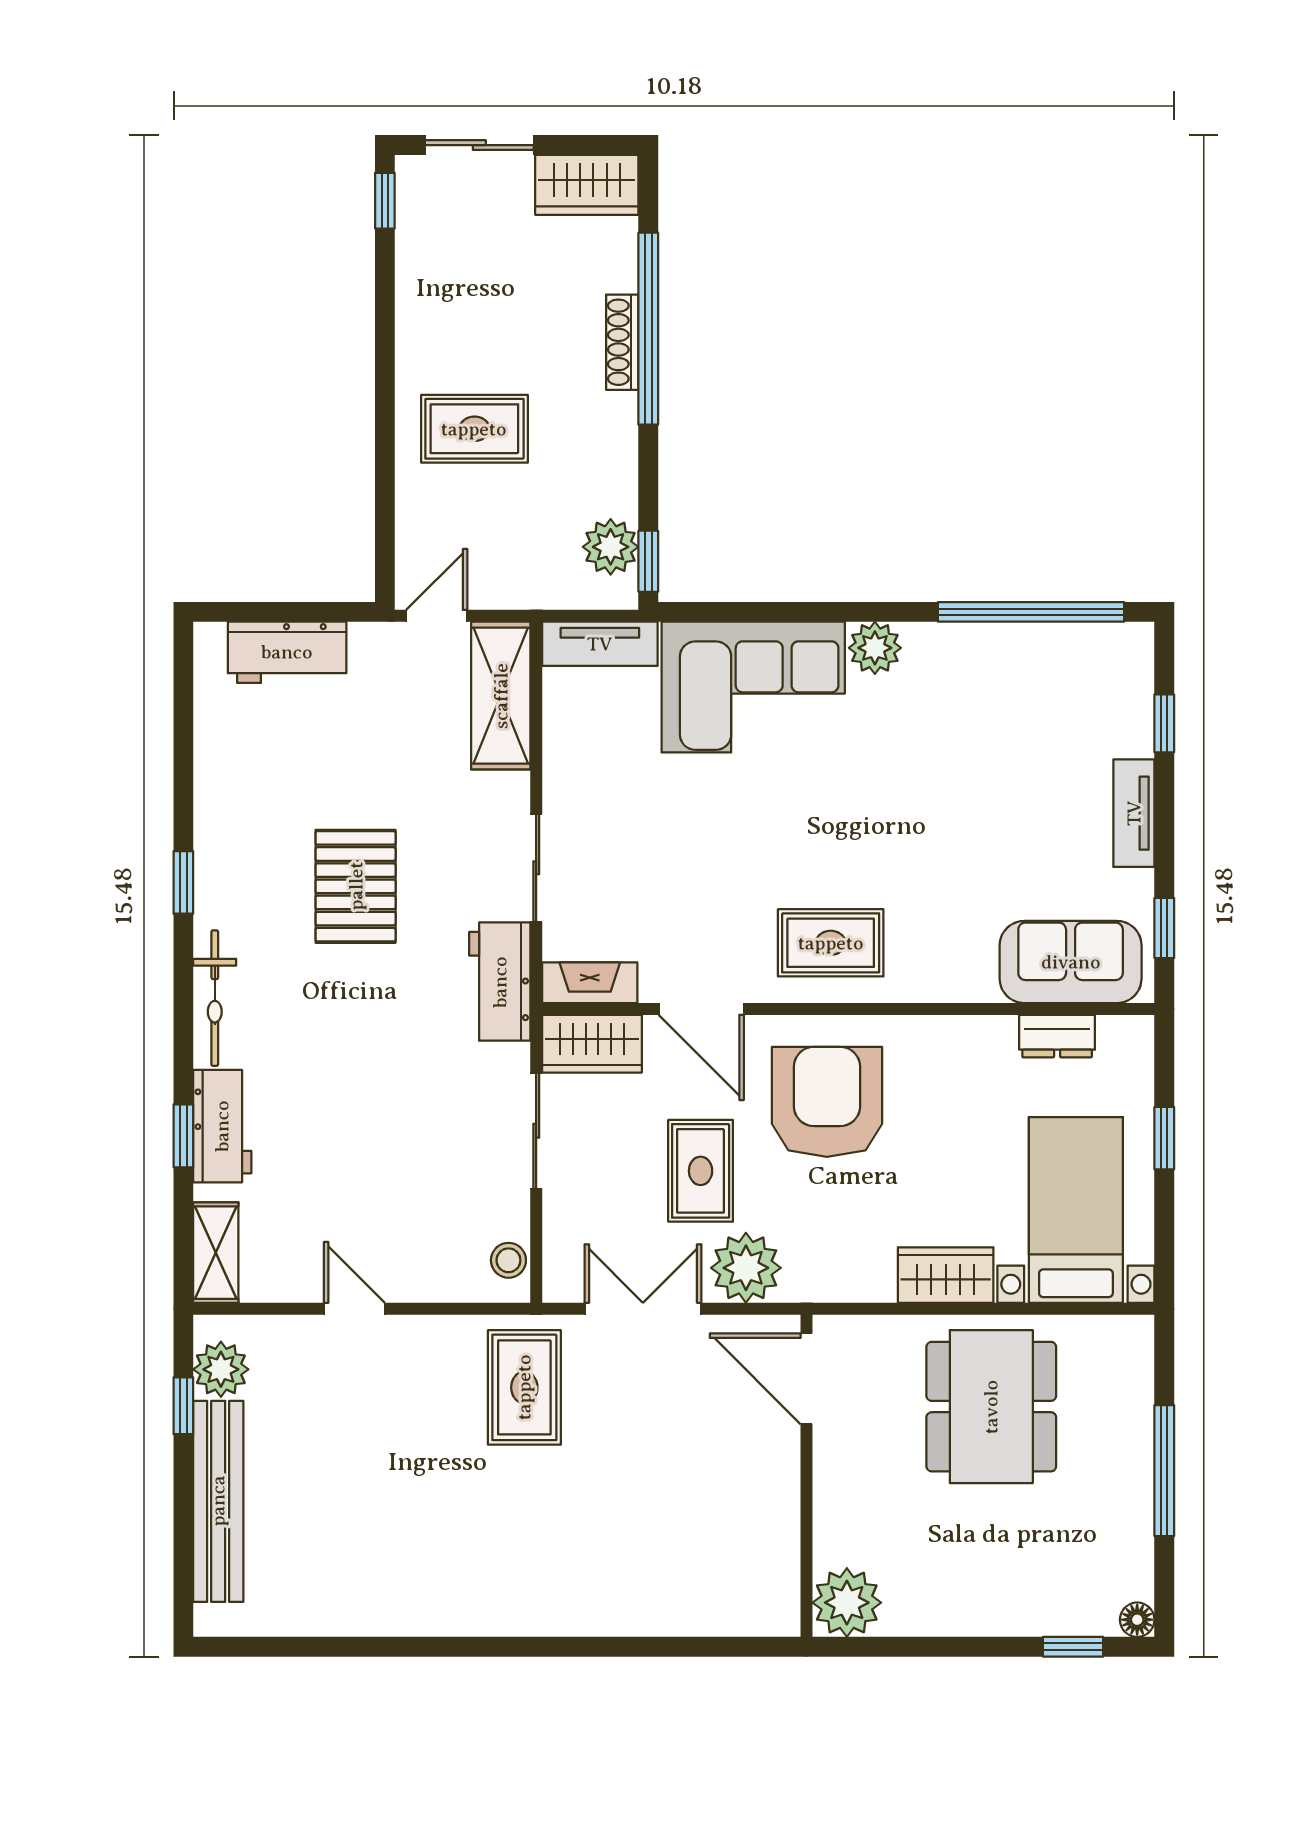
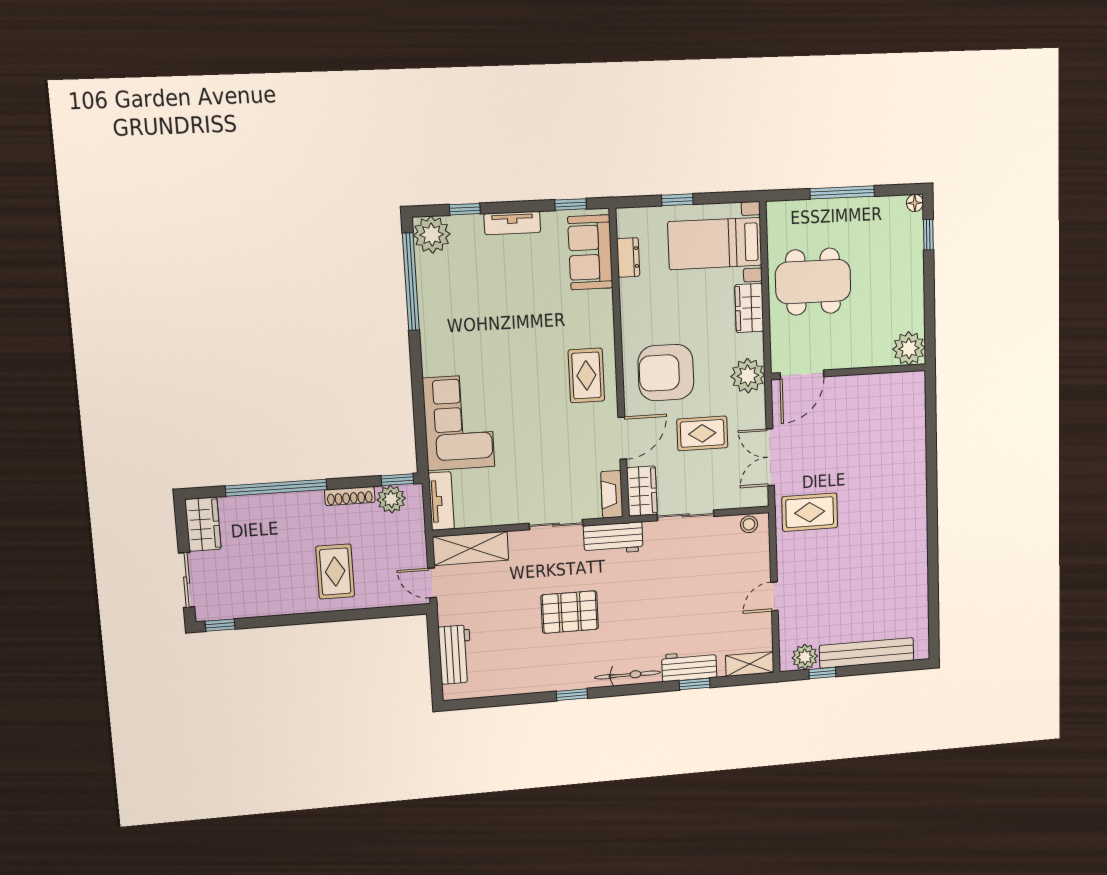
shoe rack: (622, 342) -> (350, 496), moved
plant: (875, 648) -> (432, 235), moved, width x1.36, depth x1.36
plant: (746, 1268) -> (748, 376), moved

